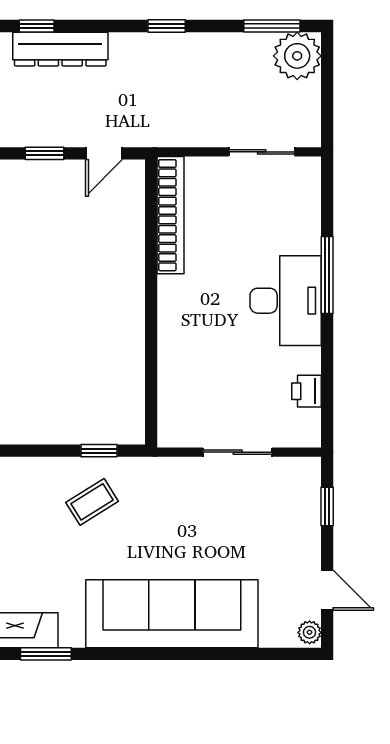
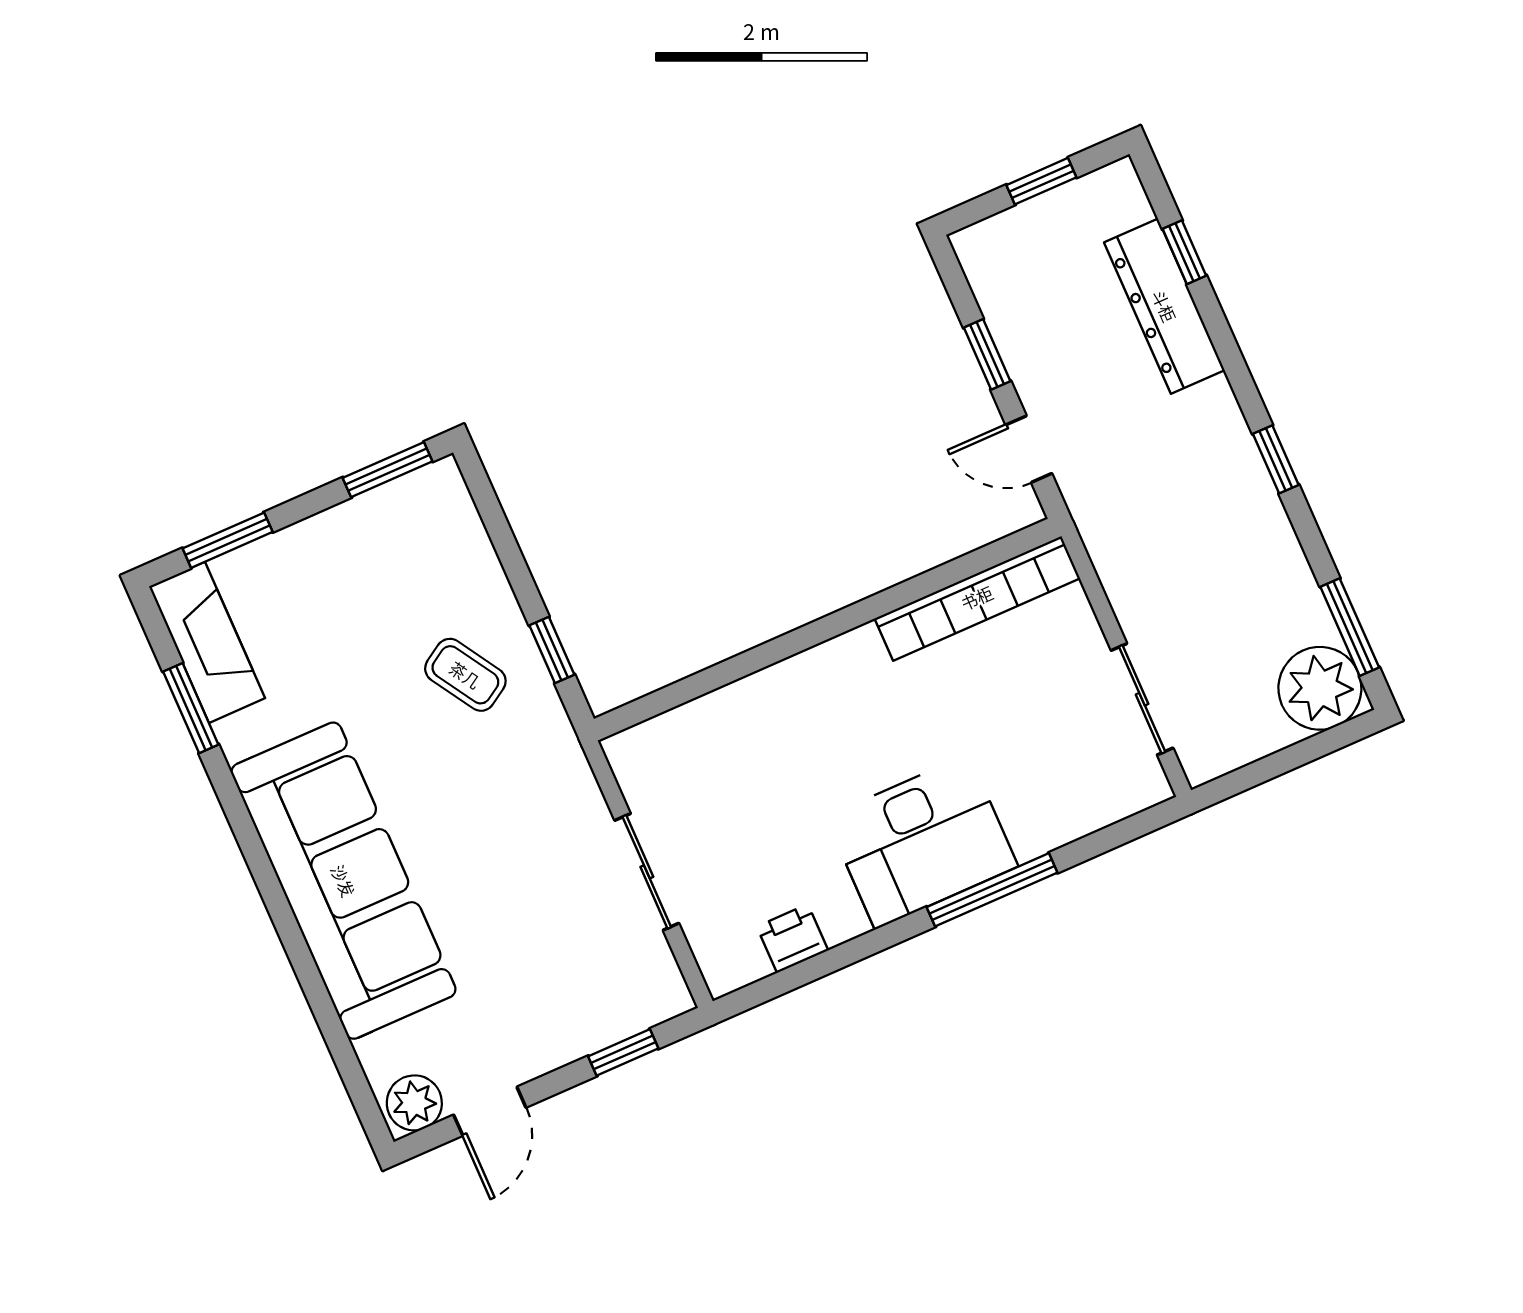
plant: (310, 632) -> (414, 1103), width x1.38, depth x1.38

